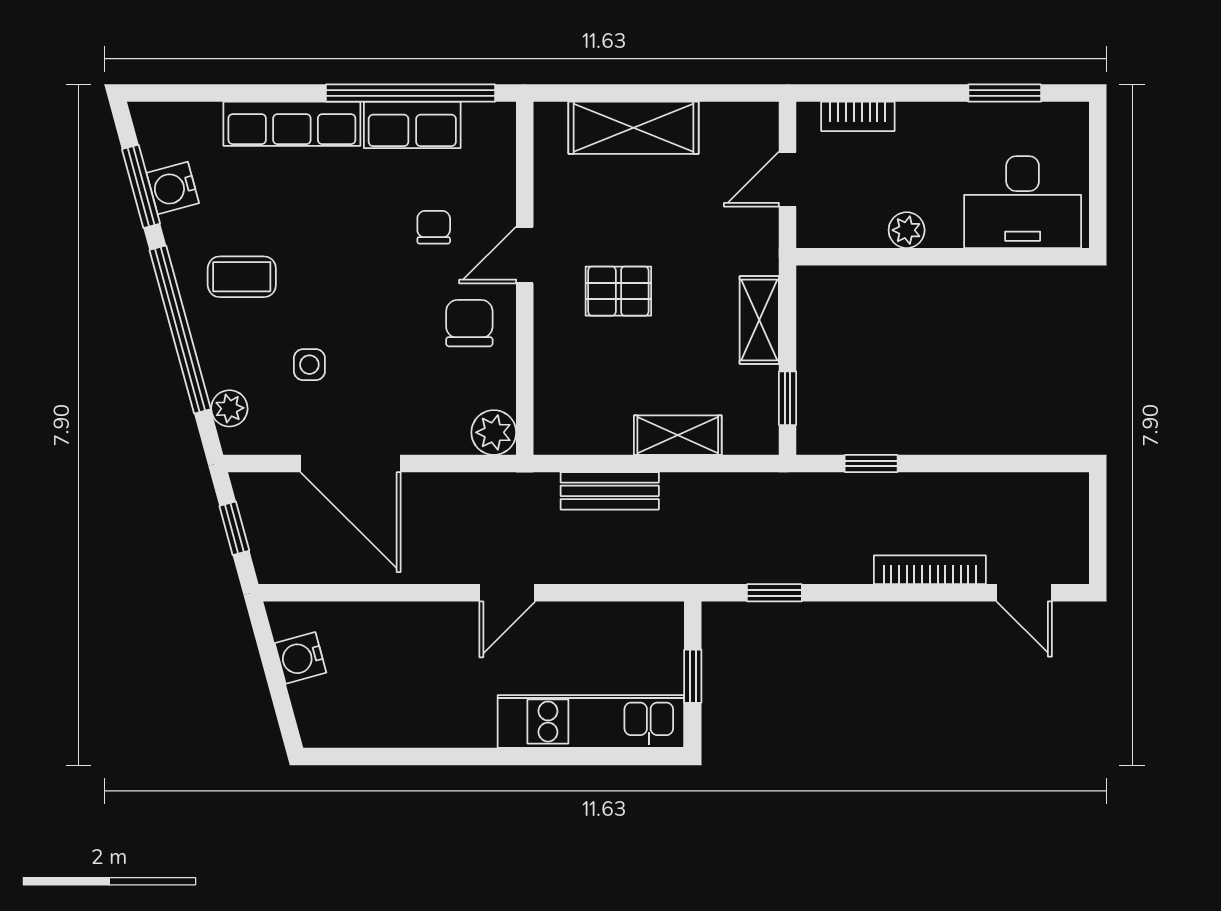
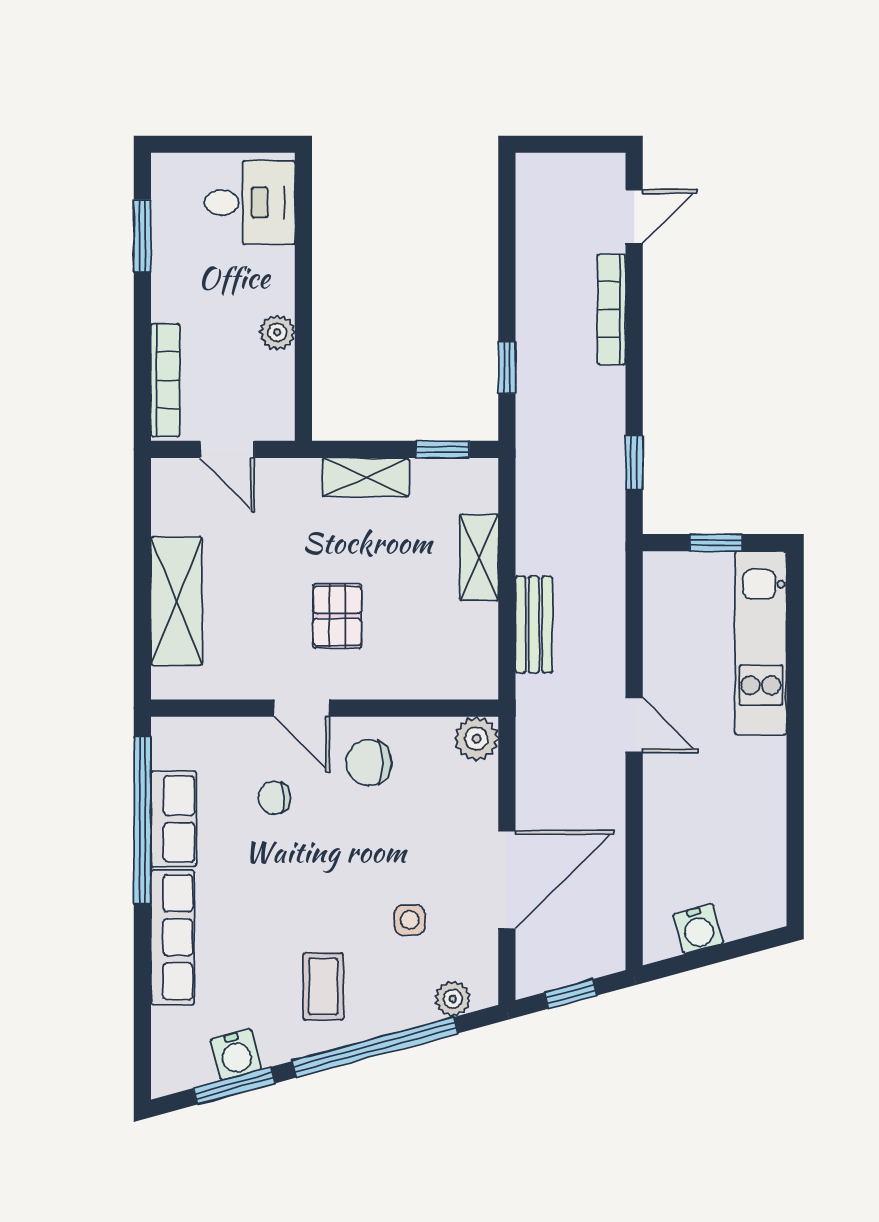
bookcase: (858, 116) -> (165, 380), width x1.56
desk: (1023, 202) -> (250, 203), width x0.73

